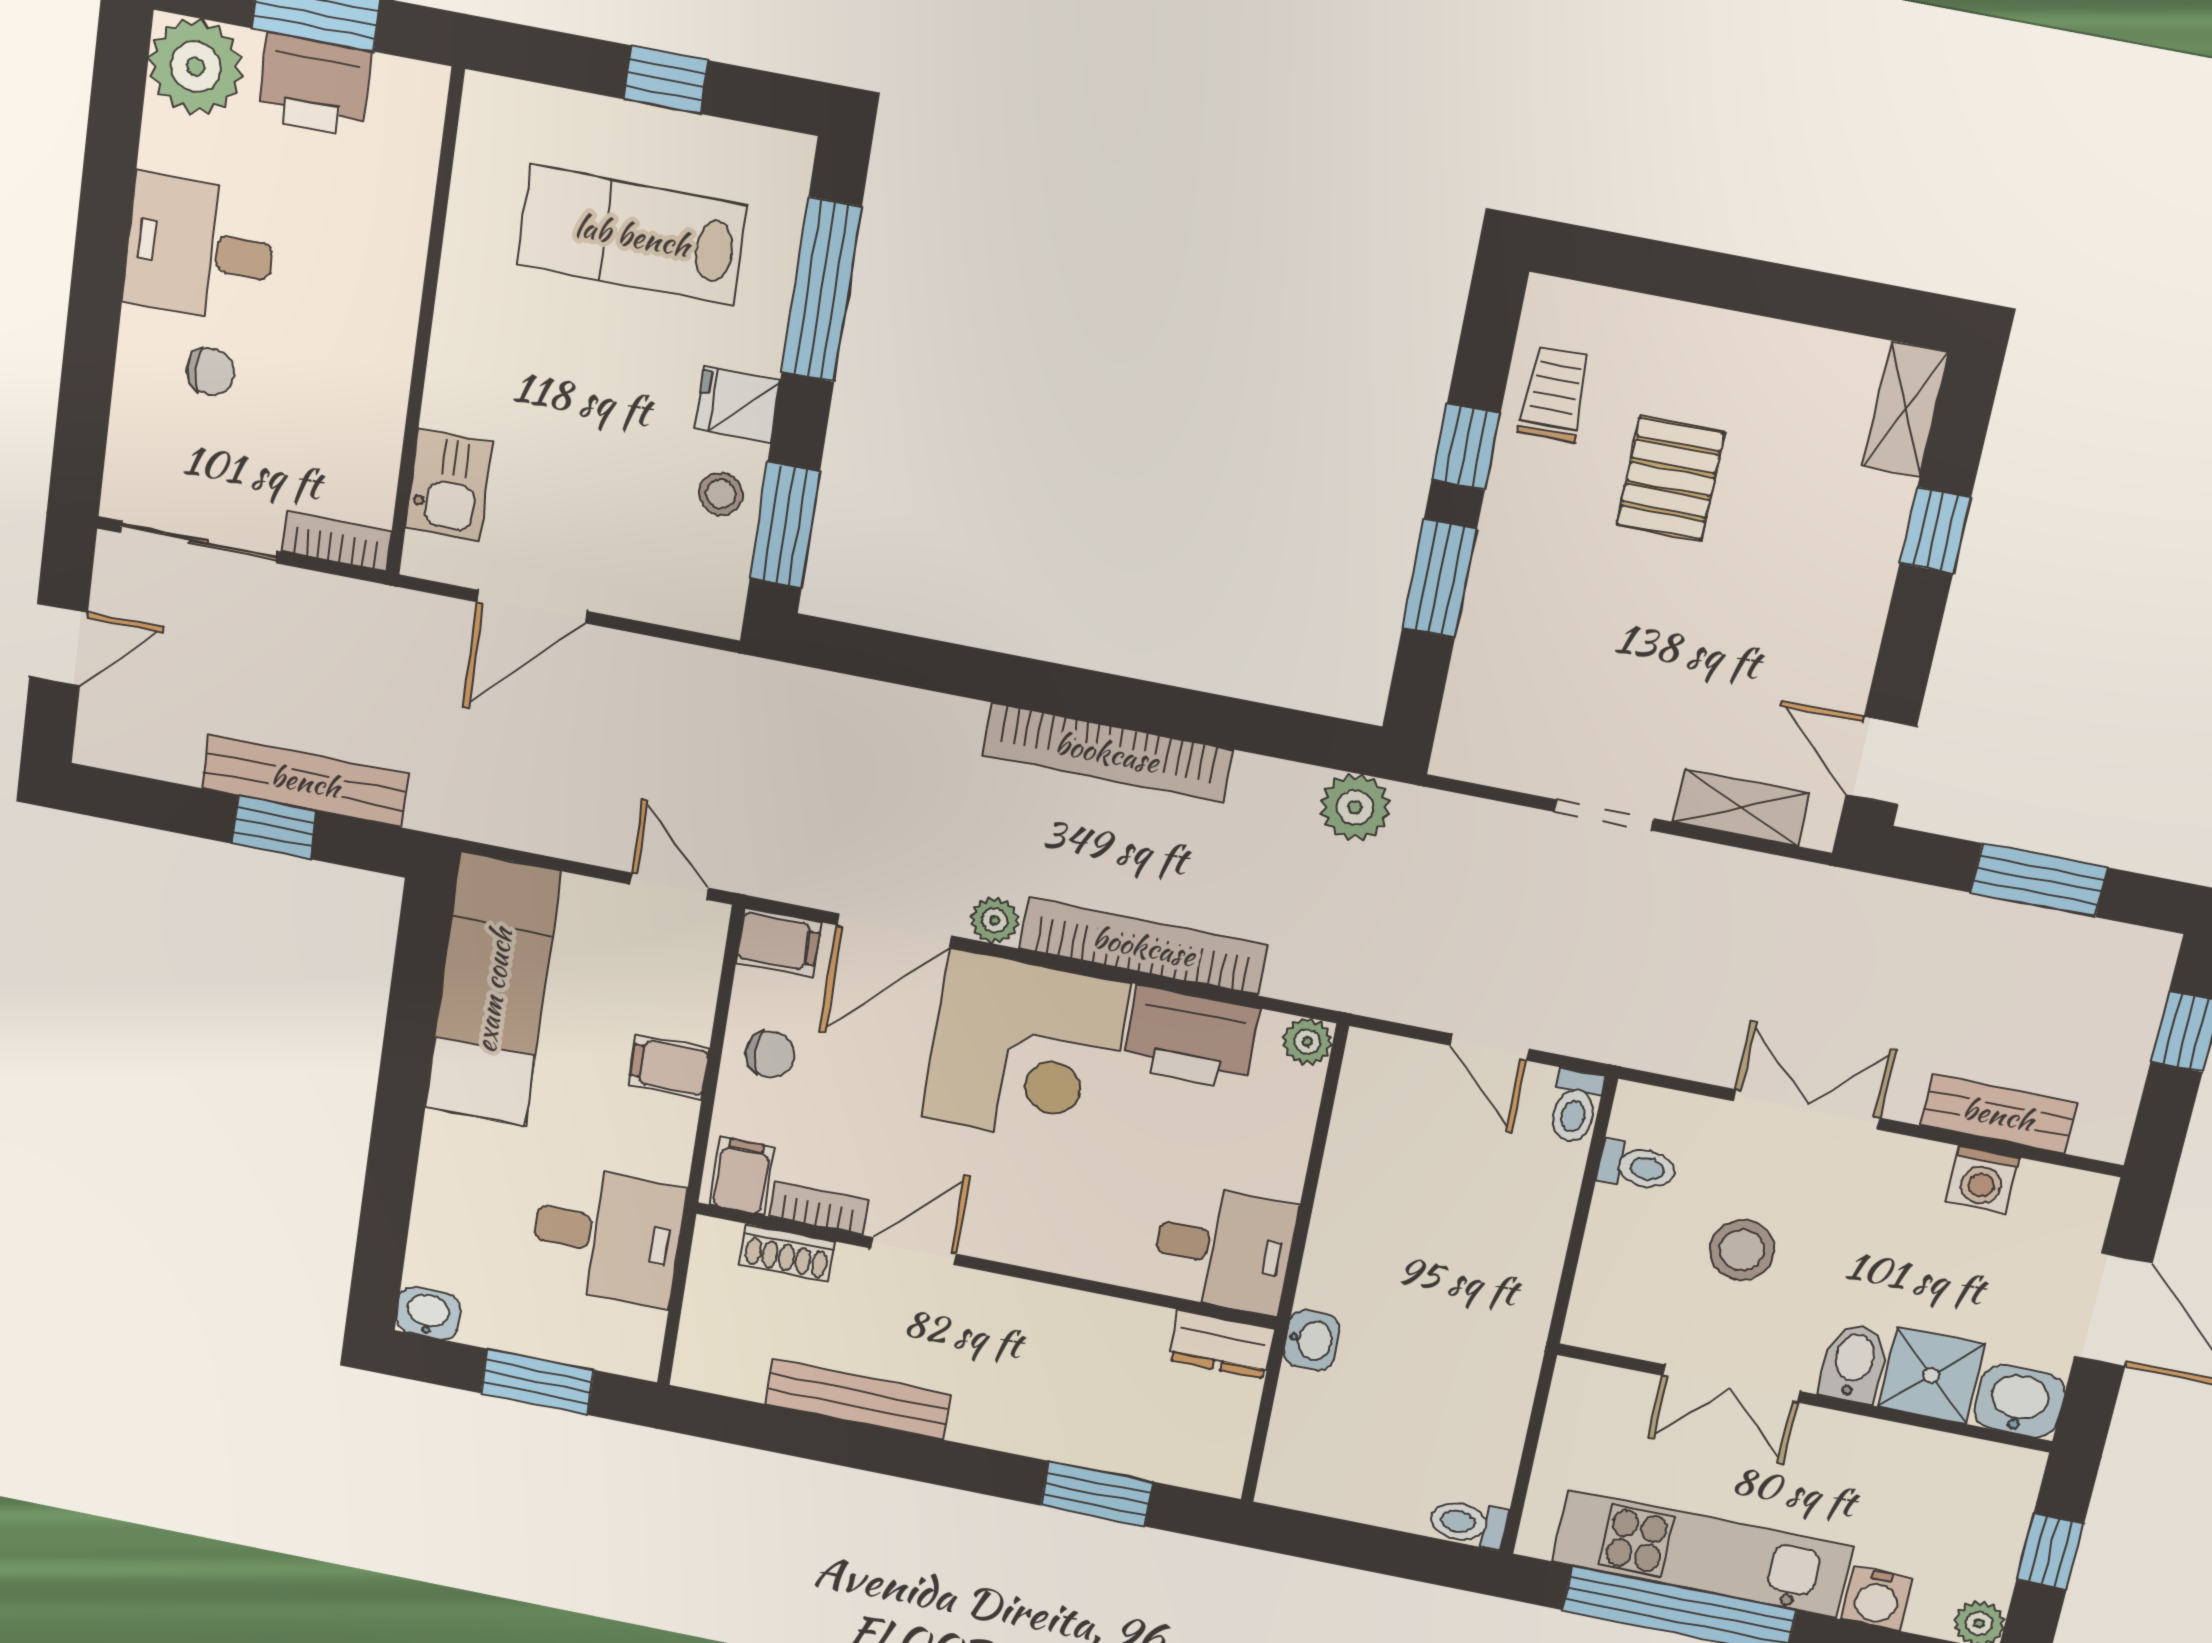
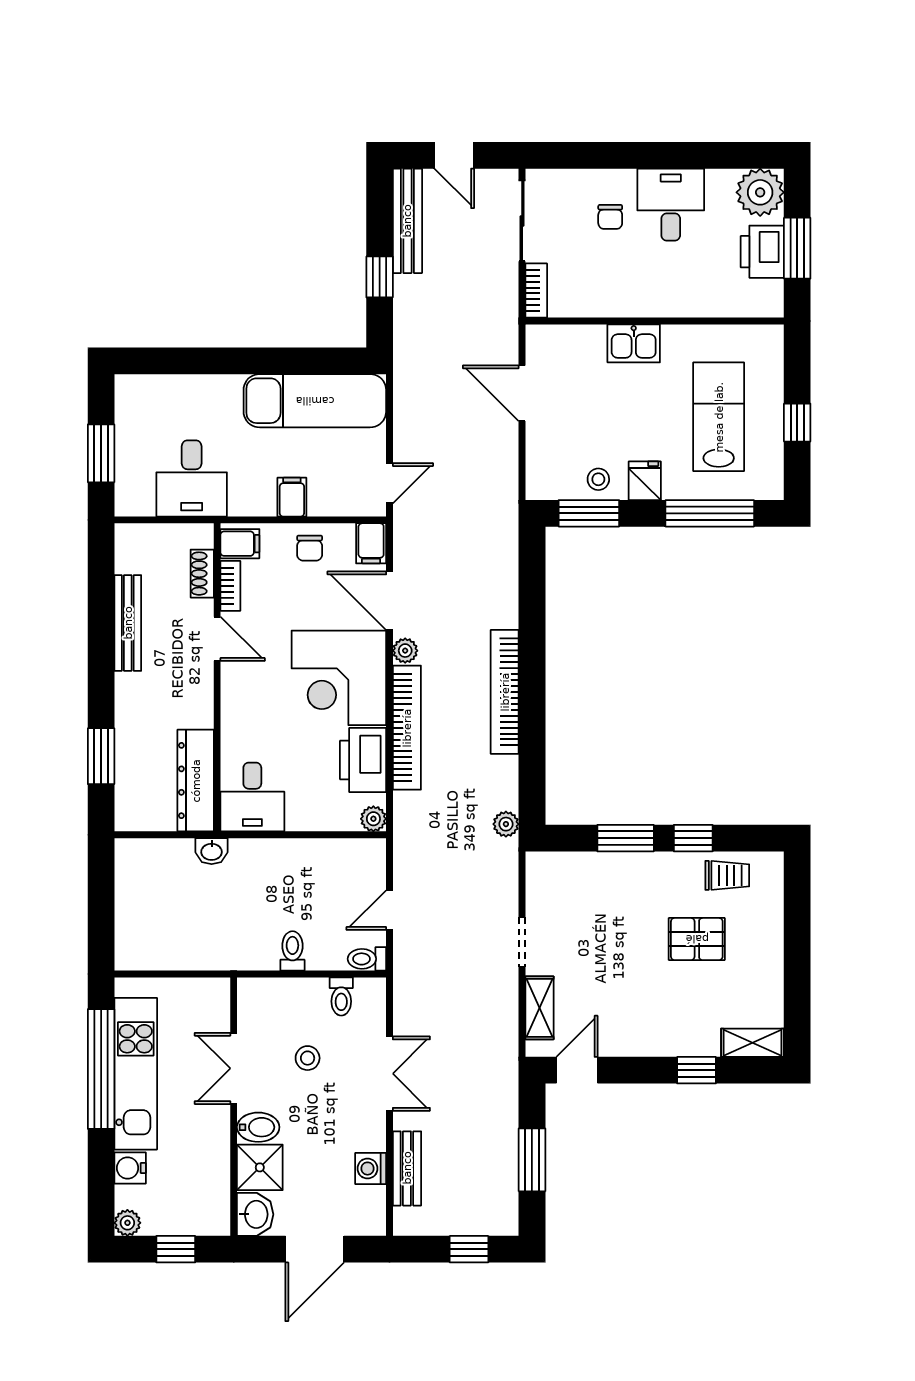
kitchen sink: (449, 485) -> (634, 343), moved
bench: (305, 781) -> (407, 221), moved
plant: (1355, 807) -> (506, 824), width x0.73, depth x0.73
stool: (1742, 1250) -> (308, 1058), width x0.73, depth x0.73
washbasin: (428, 1313) -> (128, 391), removed
dresser: (1221, 1344) -> (196, 781), width x1.96, depth x1.24
toilet: (1468, 1523) -> (292, 951), moved

